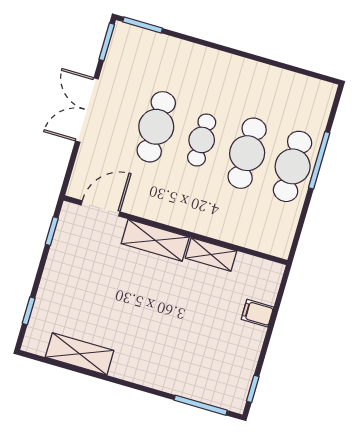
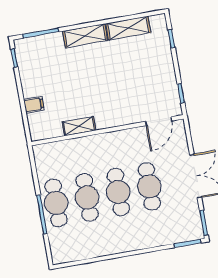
cafe table: (202, 140) -> (118, 192), width x1.37, depth x1.35
shelving: (155, 240) -> (85, 36), moved

